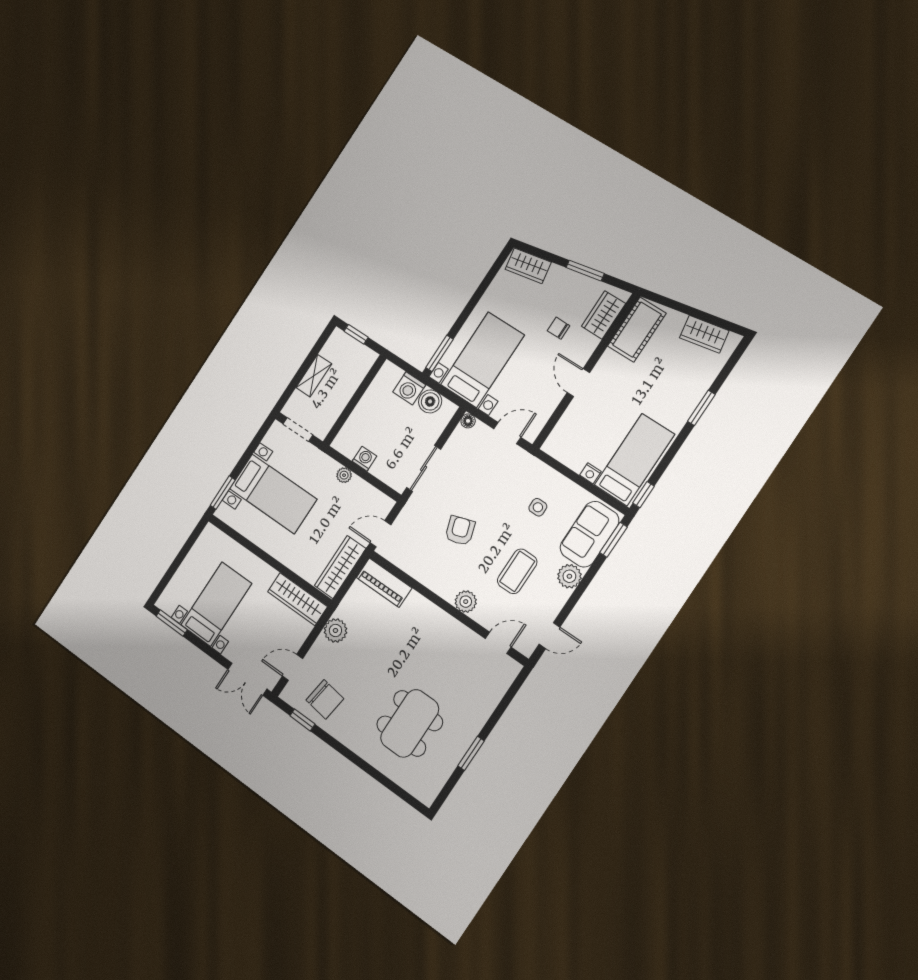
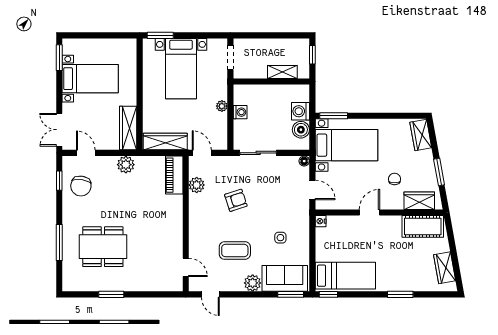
shelving: (314, 376) -> (282, 72), moved
nightstand: (590, 473) -> (321, 221), moved
plant: (466, 602) -> (197, 185), moved
window: (371, 771) -> (59, 242), added

